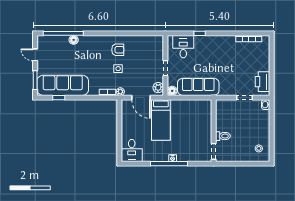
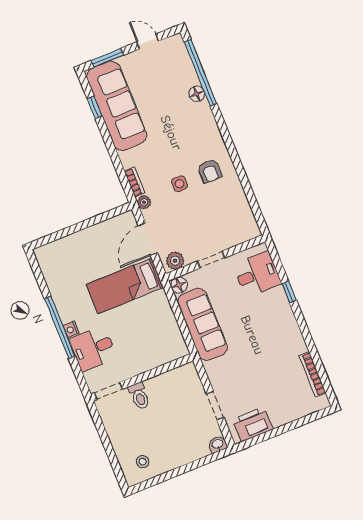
door: (35, 55) -> (148, 42), hinge flipped
desk: (132, 151) -> (93, 349), moved

